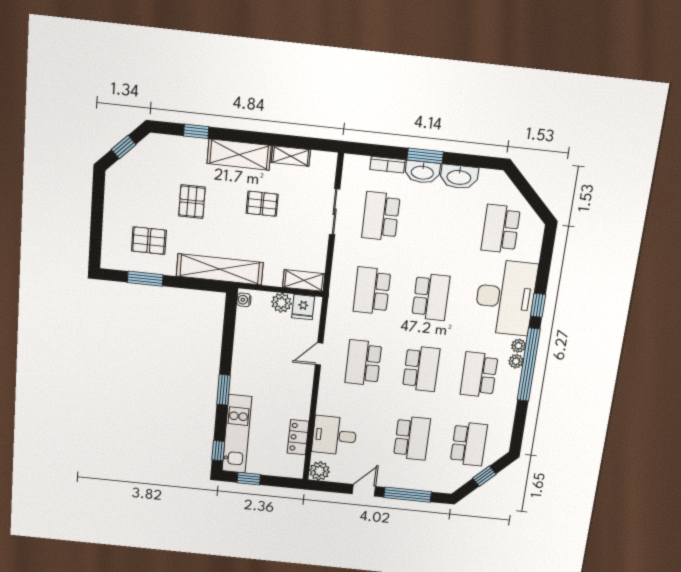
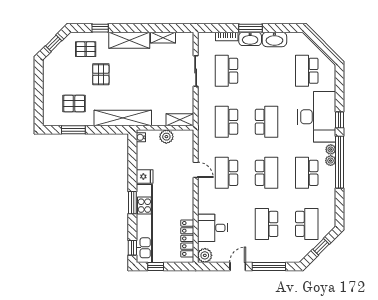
pallet: (262, 204) -> (86, 49), moved
fridge: (303, 307) -> (145, 176), moved, turned -90
door: (319, 354) -> (196, 170), swing flipped
kitchen unit: (237, 434) -> (144, 224), width x1.36
locker: (298, 437) -> (187, 238), width x1.53
school desk: (412, 438) -> (267, 224), turned 180

